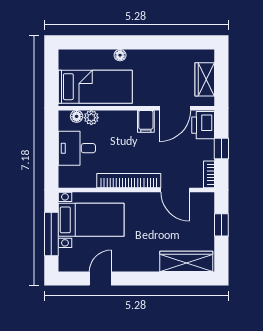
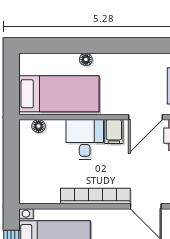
plant: (91, 118) -> (55, 127), removed
desk: (77, 148) -> (85, 140), moved, turned 90

